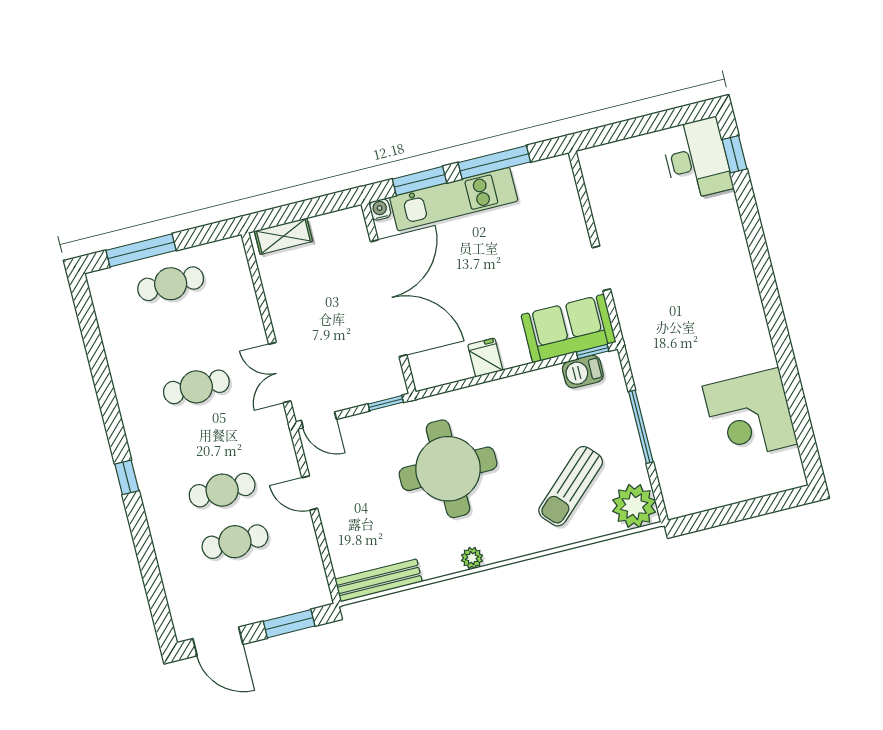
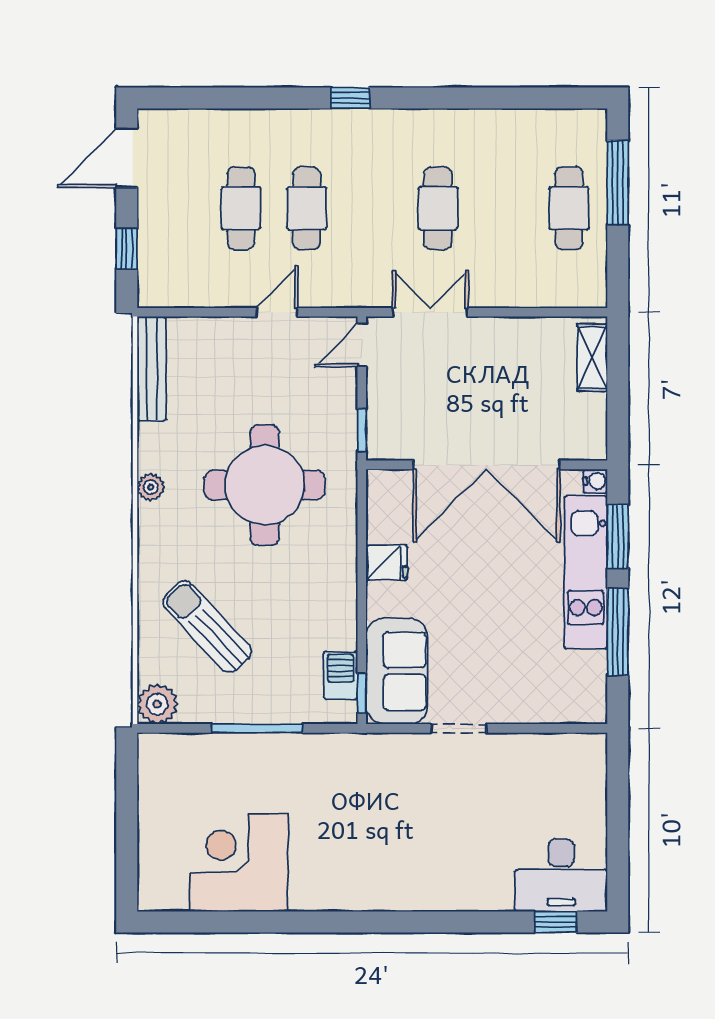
plant: (634, 506) -> (157, 704), width x0.73, depth x0.73
window: (289, 624) -> (127, 249), width x0.67

